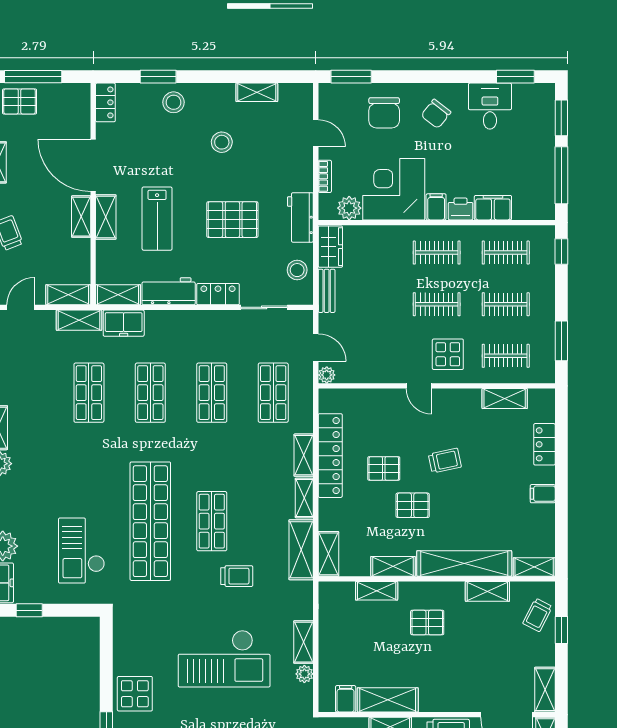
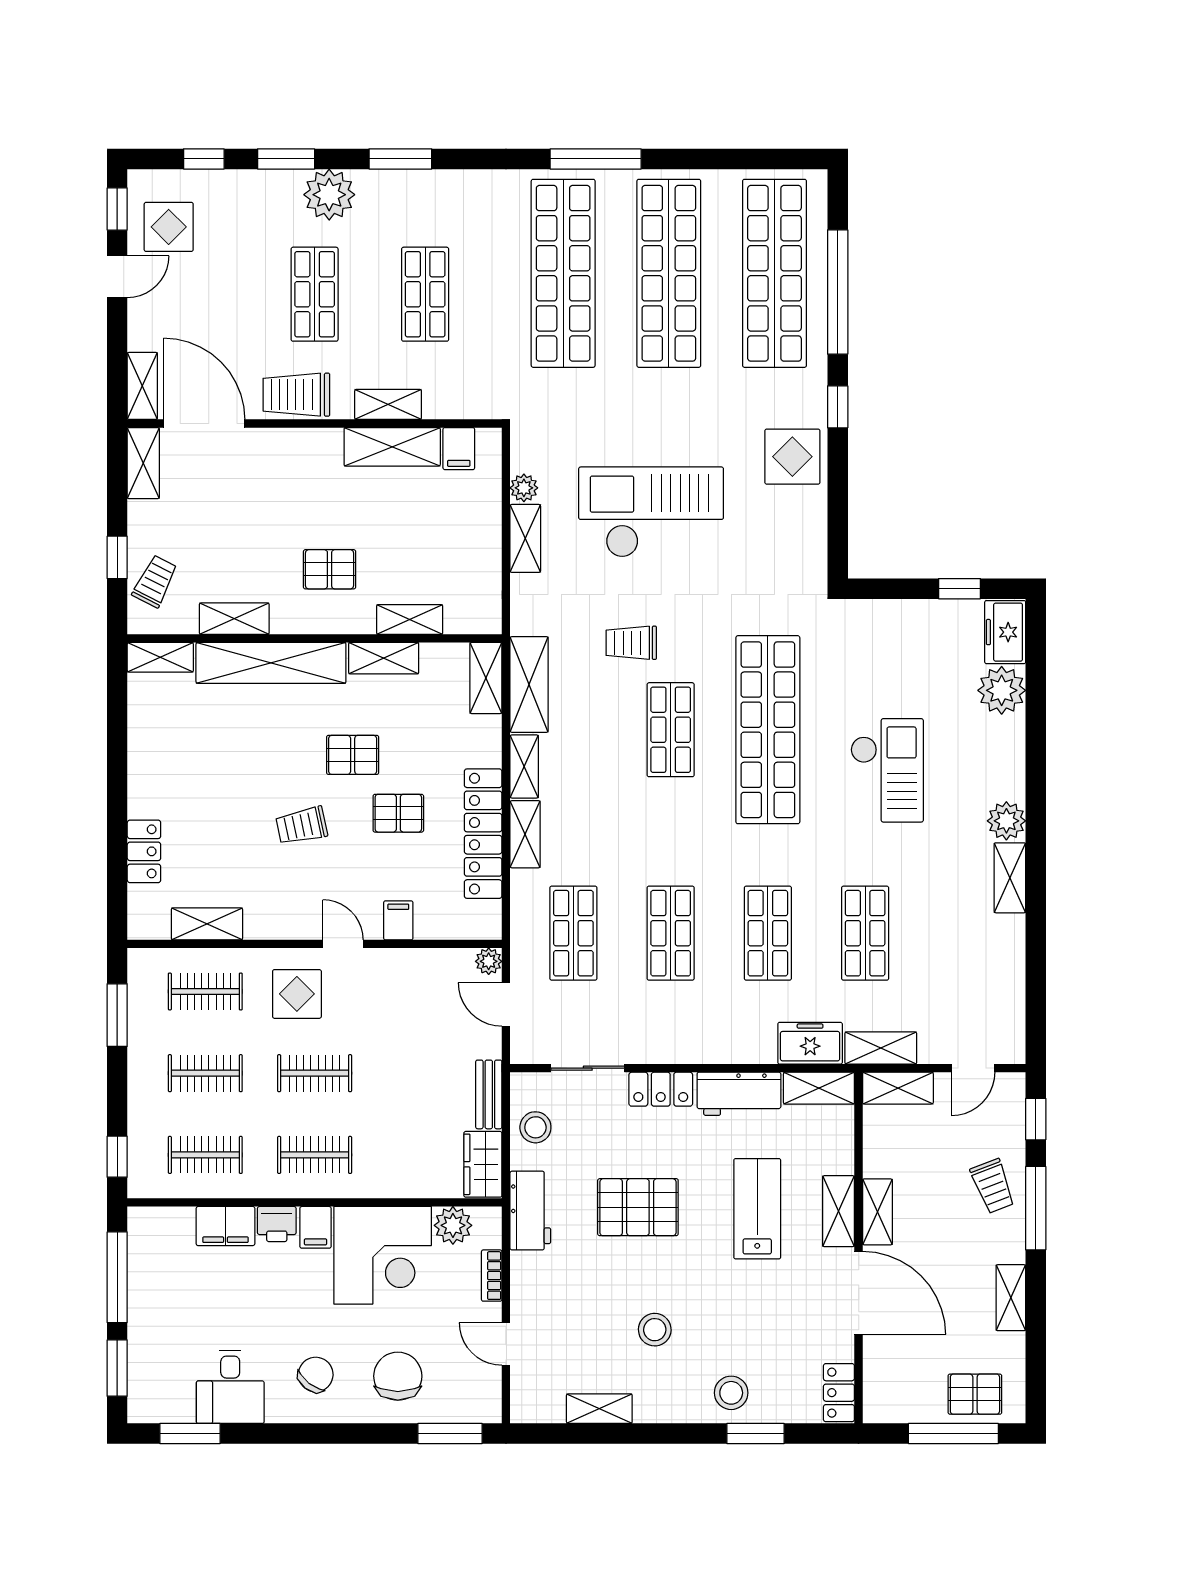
filing cabinet: (543, 494) -> (398, 920), moved, turned -90
checkout: (82, 551) -> (887, 770), moved

